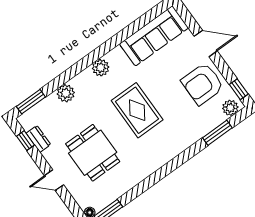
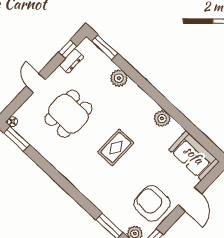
sofa: (154, 36) -> (194, 155), width x0.73
plant: (101, 68) -> (162, 118), moved
rug: (137, 110) -> (116, 147), width x0.73, depth x0.70

